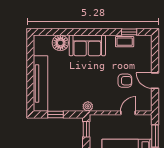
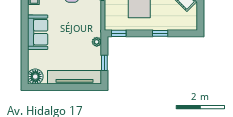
floor lamp: (60, 43) -> (35, 77), moved
plant: (88, 106) -> (97, 42), moved

